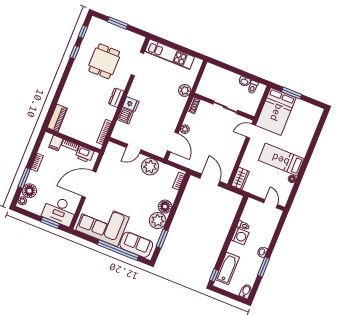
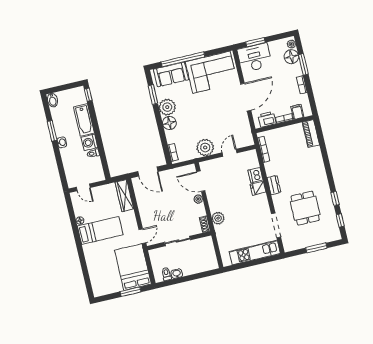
plant: (185, 90) -> (218, 218), moved
wardrobe: (240, 178) -> (124, 196), width x1.50
bathtub: (227, 268) -> (84, 120), moved

